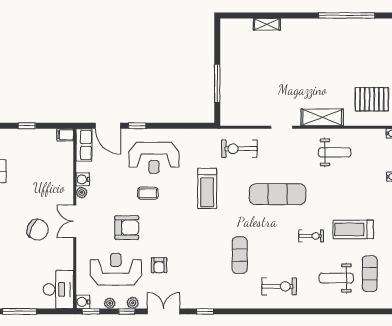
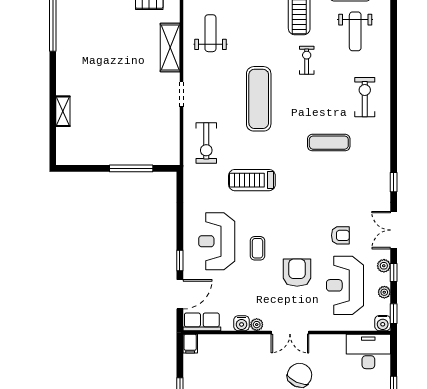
reception desk: (154, 158) -> (217, 241), turned 180
treadmill: (207, 188) -> (252, 180), turned 180

